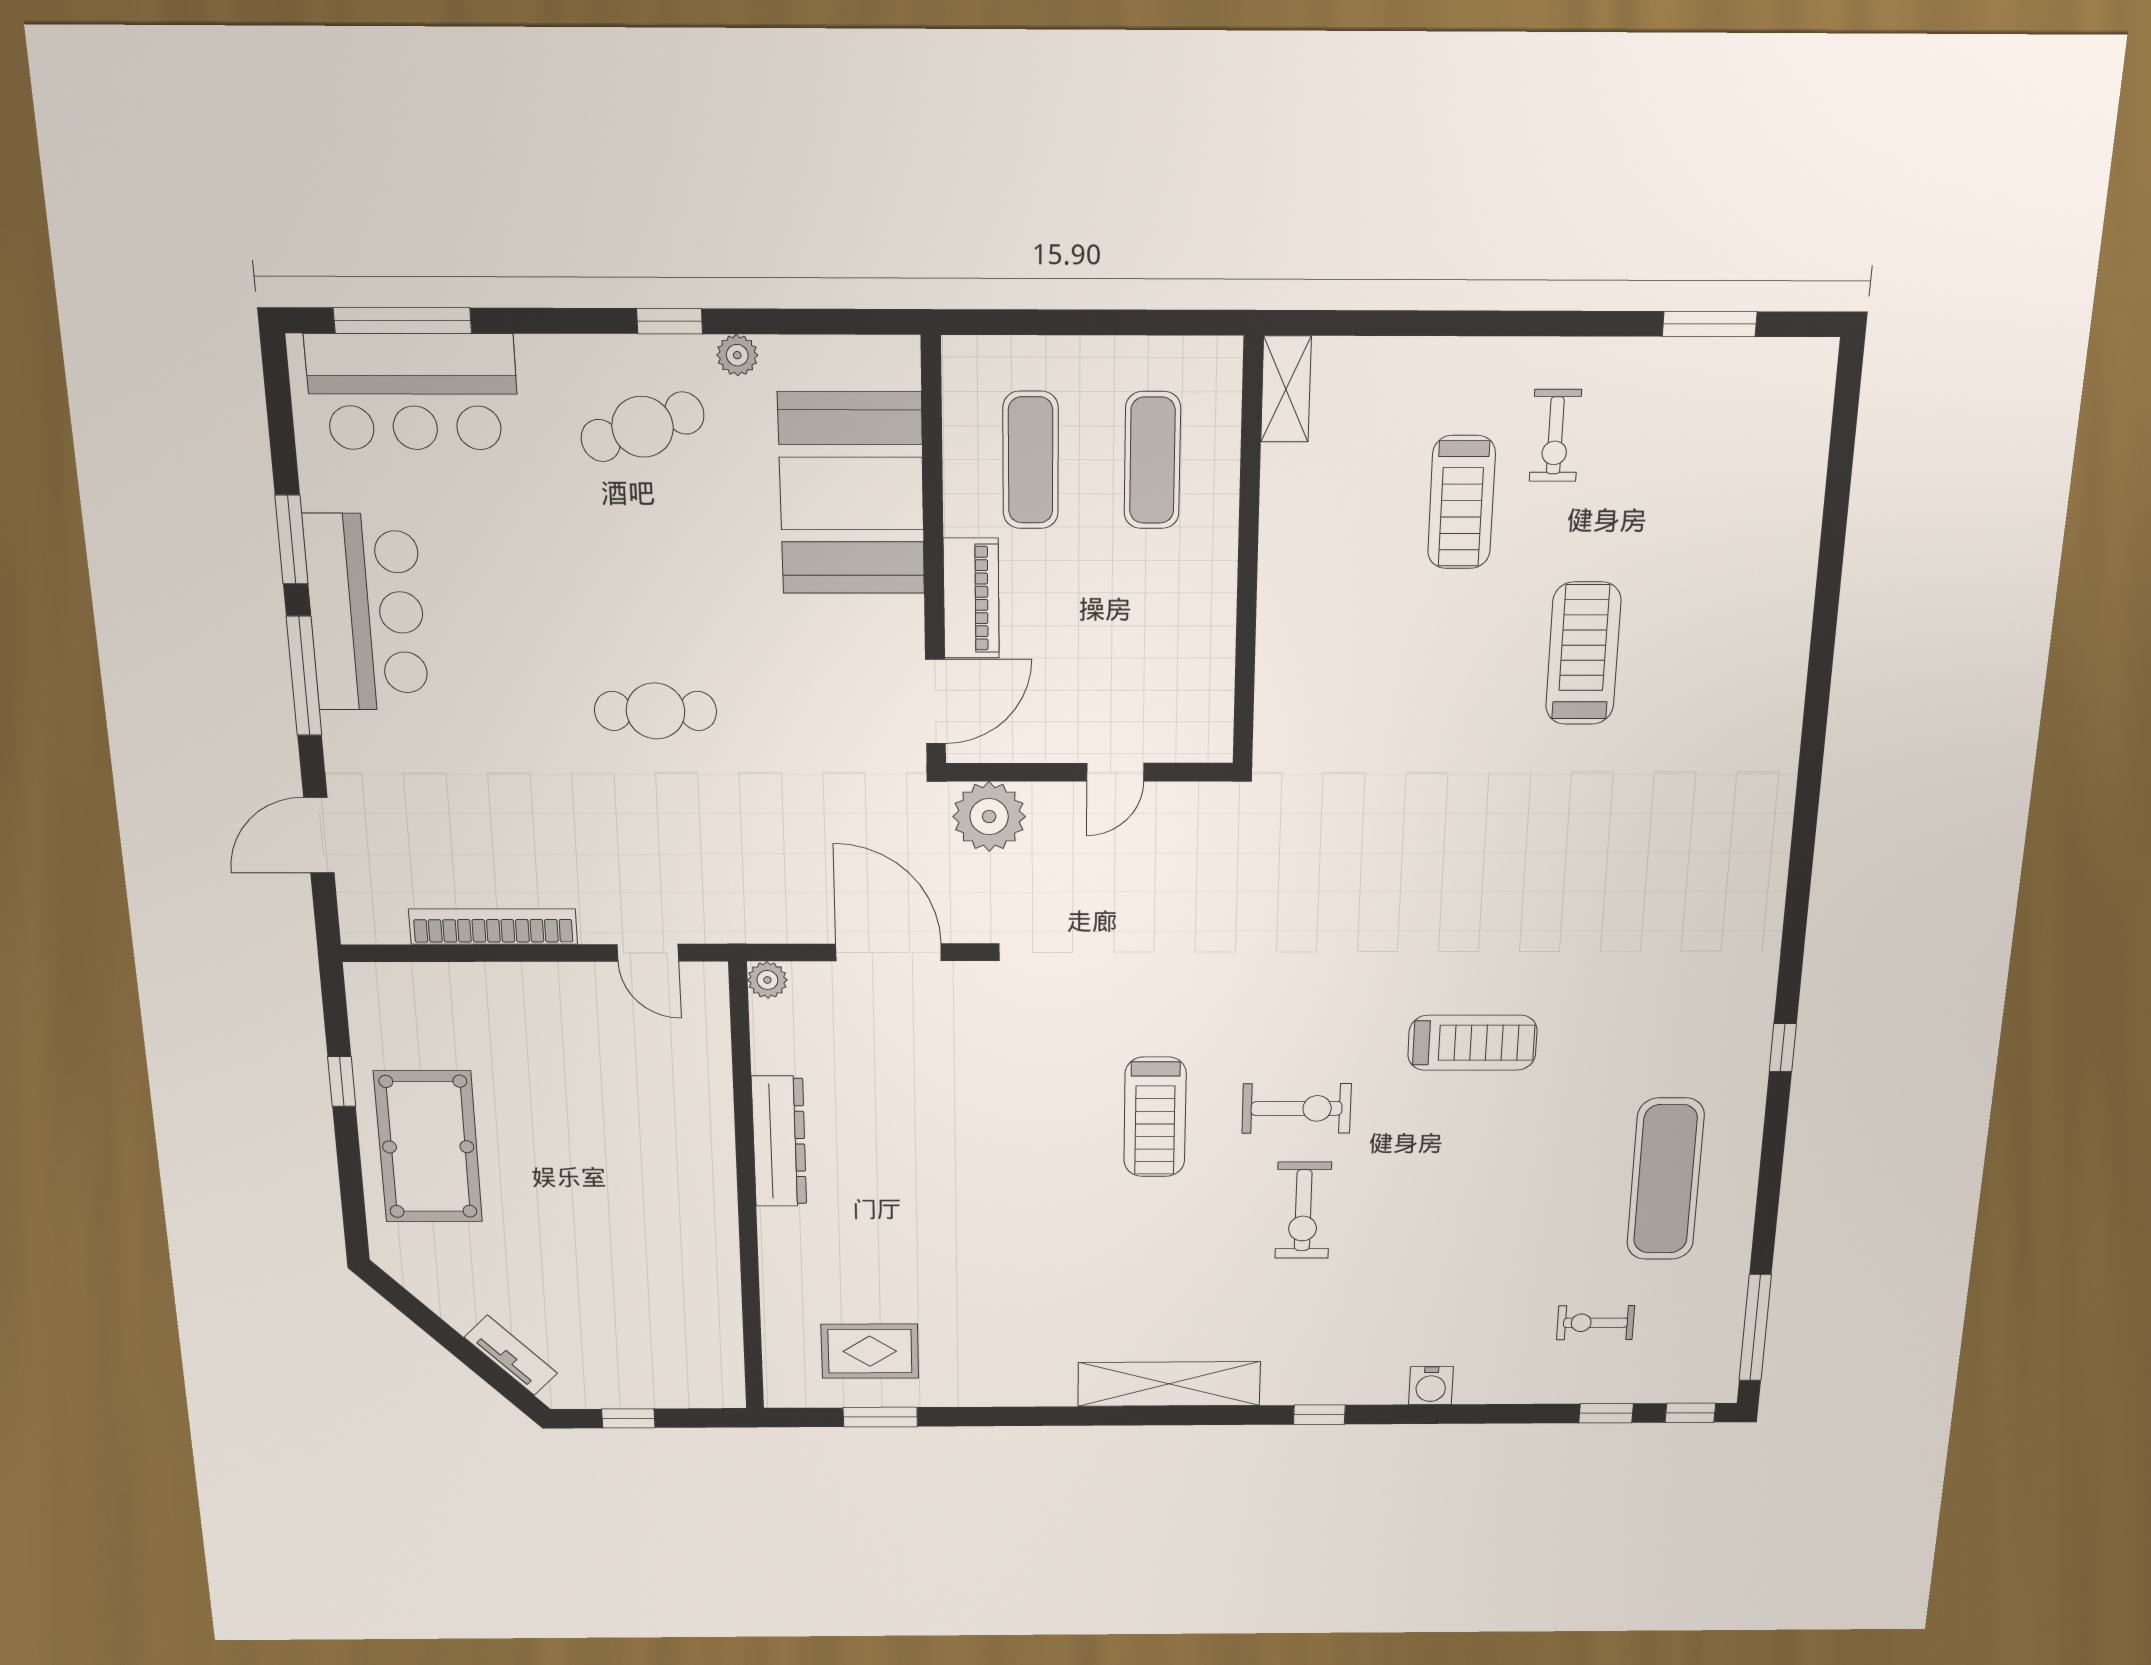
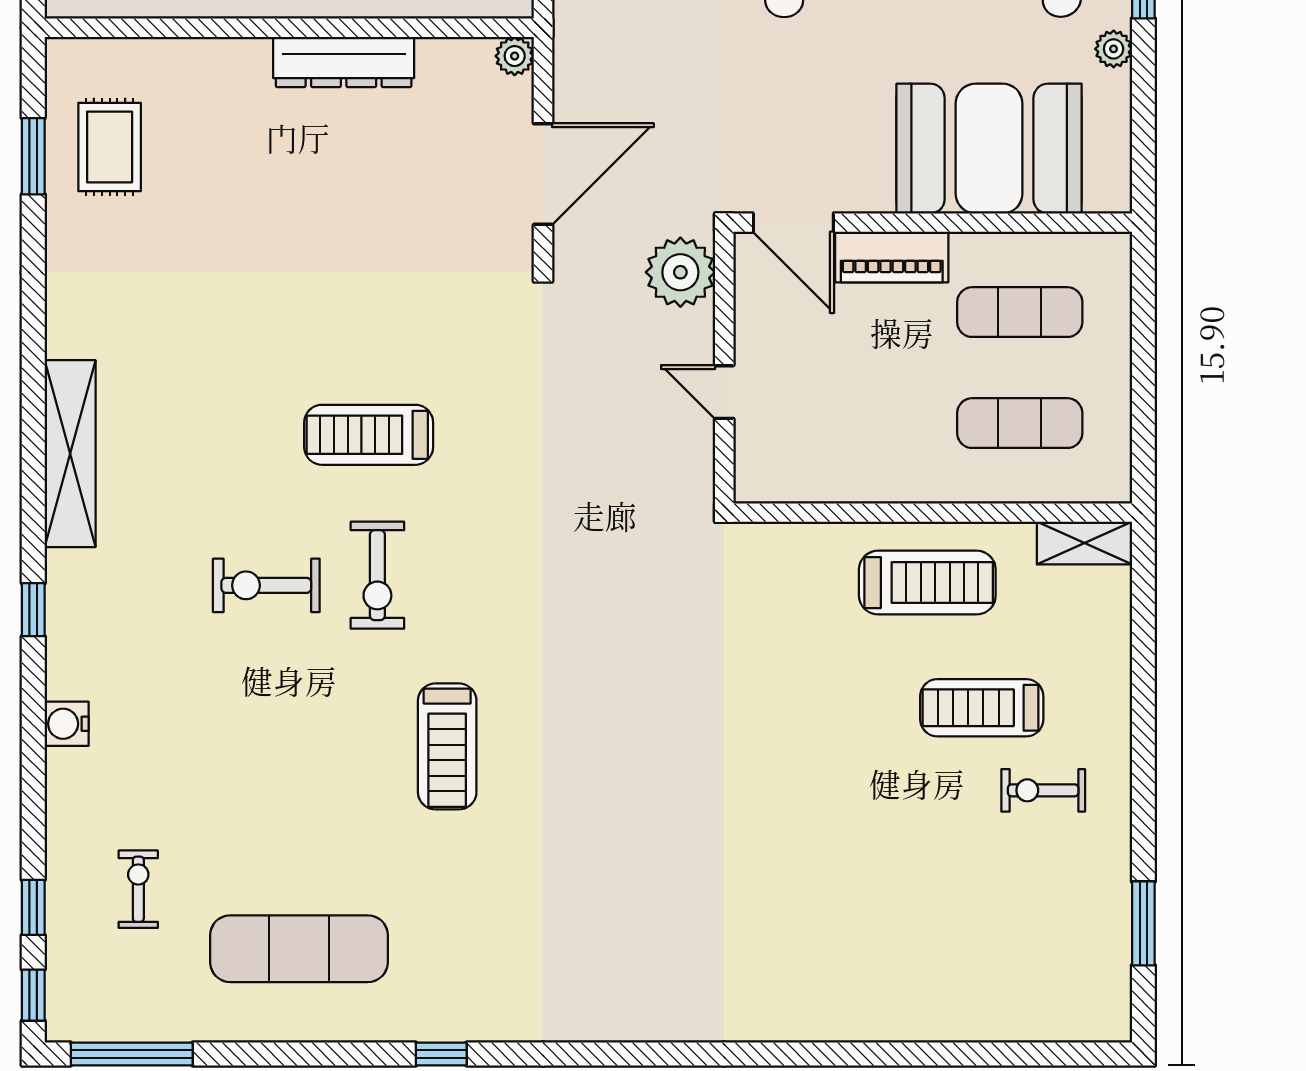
treadmill: (1583, 653) -> (927, 583), moved

